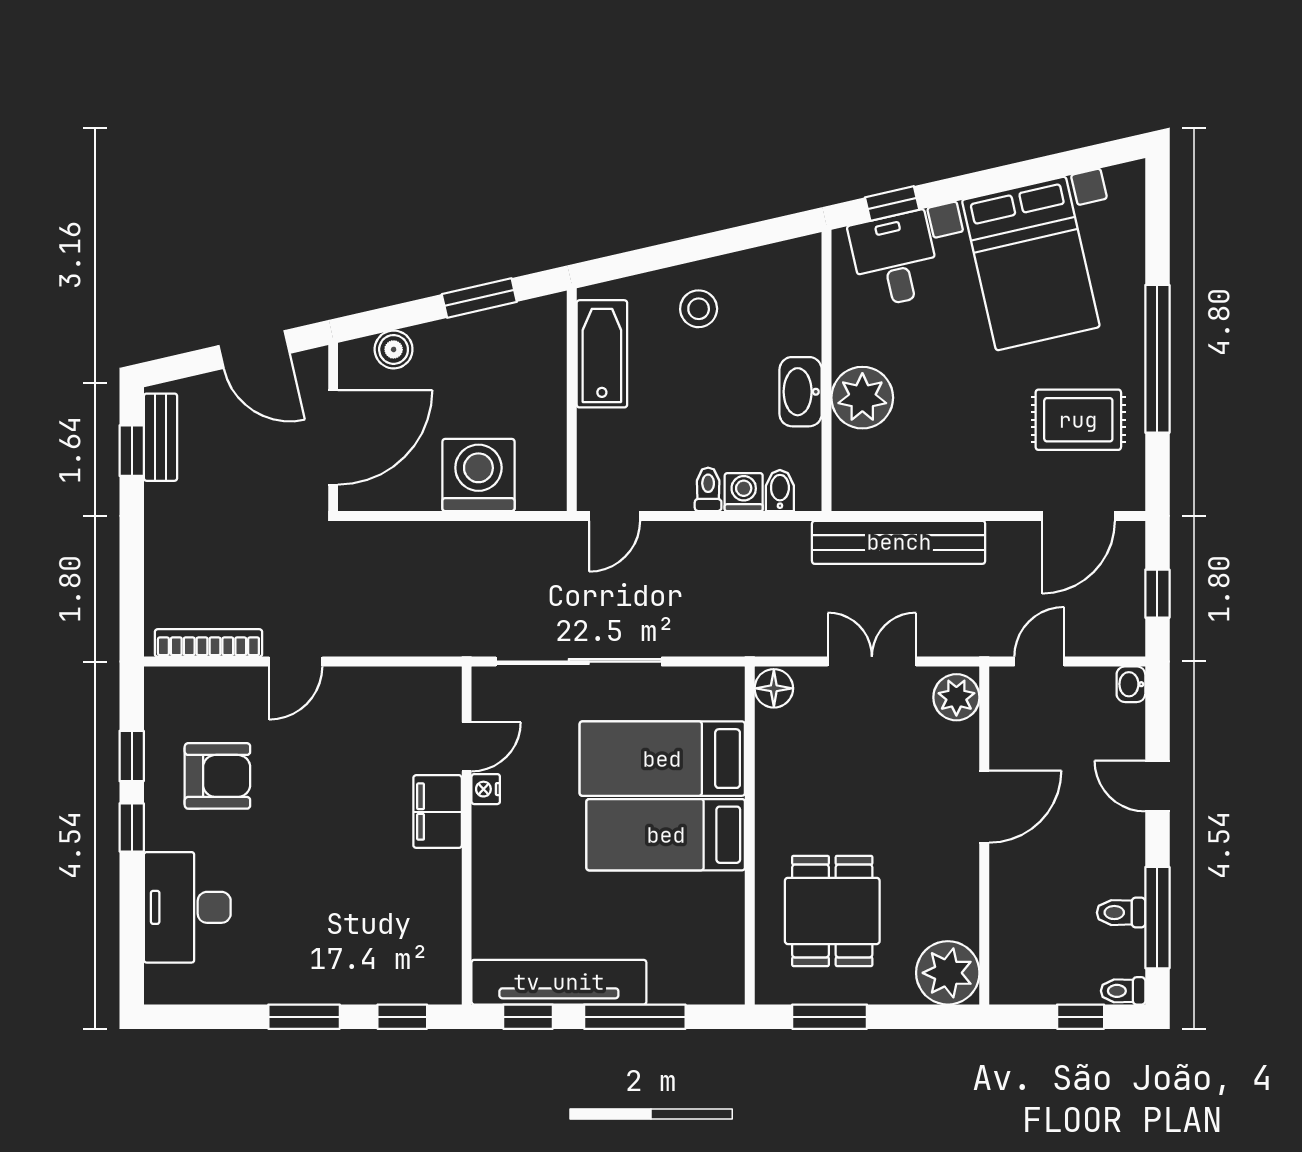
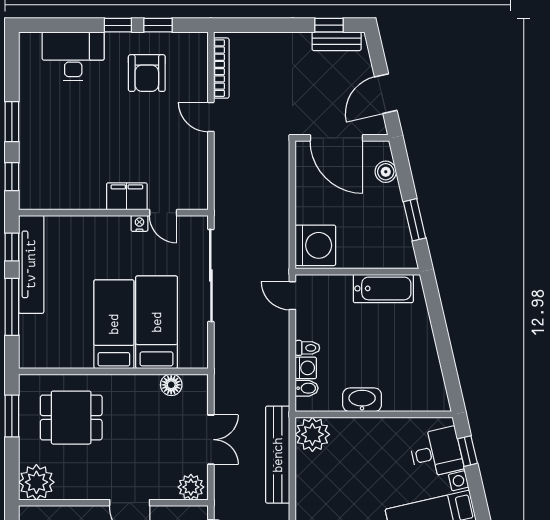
stool: (699, 309) -> (409, 343), removed
plant: (862, 398) -> (312, 434), moved
washing machine: (478, 475) -> (315, 245), moved
floor lamp: (774, 688) -> (171, 385), moved

